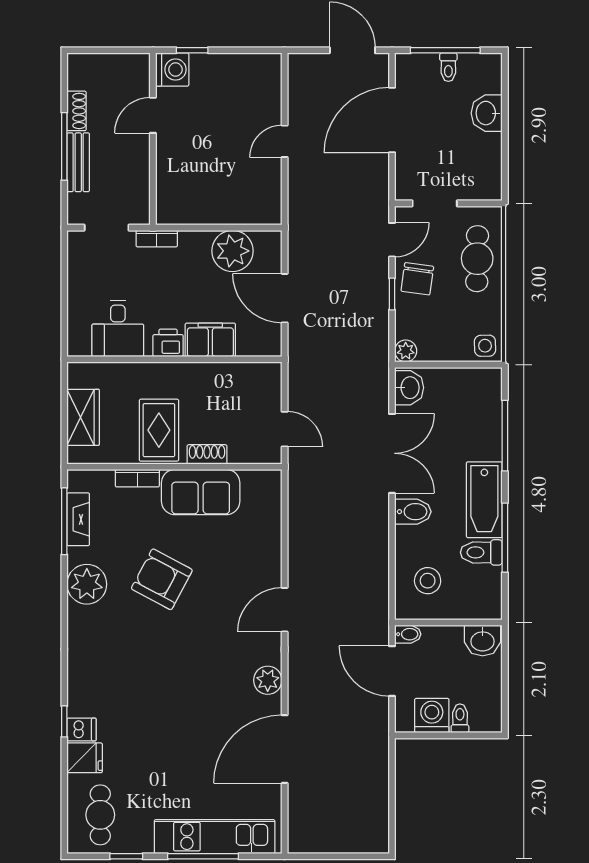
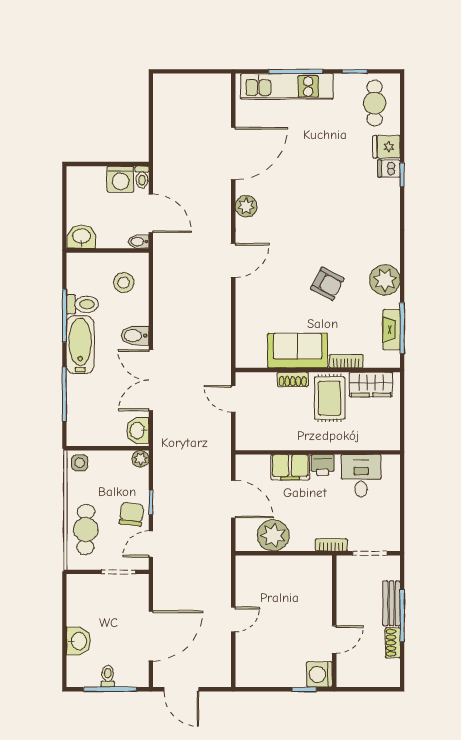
wardrobe: (83, 417) -> (371, 385), moved, turned -90
armchair: (162, 579) -> (327, 284), width x0.72, depth x0.72
toilet: (460, 718) -> (142, 177), moved

